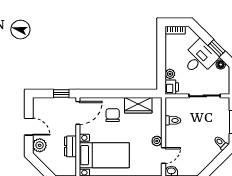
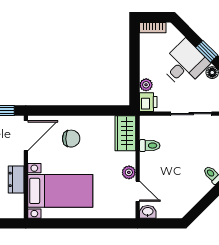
wardrobe: (138, 105) -> (125, 133), moved, turned 90
chair: (113, 115) -> (71, 139), turned 90
door: (164, 156) -> (138, 191), hinge flipped

